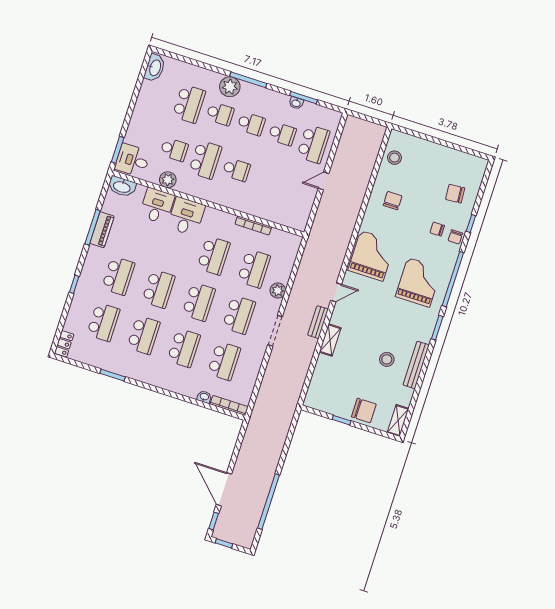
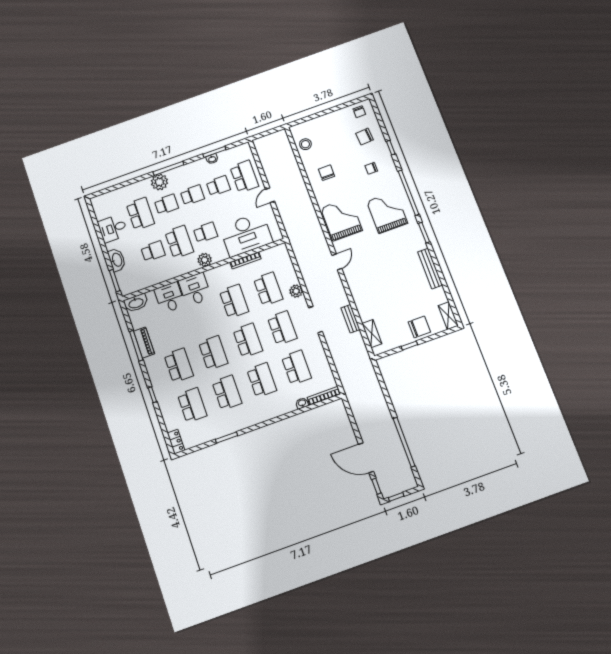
washbasin: (155, 68) -> (117, 260), moved
desk: (132, 160) -> (113, 228), moved
plant: (168, 180) -> (205, 260), moved
desk: (273, 201) -> (246, 234), added
chair: (455, 237) -> (359, 112), moved
bench: (318, 322) -> (350, 319), moved
shelving: (330, 340) -> (372, 334), moved
stool: (387, 359) -> (407, 280), removed

